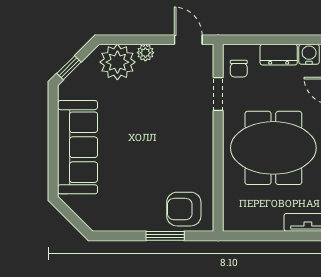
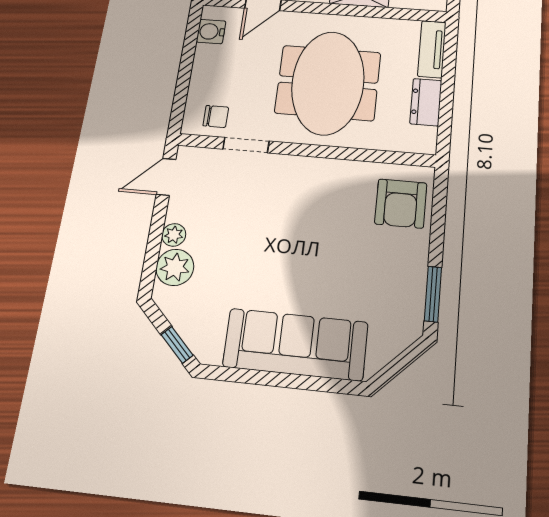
dresser: (279, 55) -> (426, 102), moved, turned 180
plant: (117, 62) -> (175, 267), width x0.73, depth x0.73
window: (165, 236) -> (433, 294), moved

